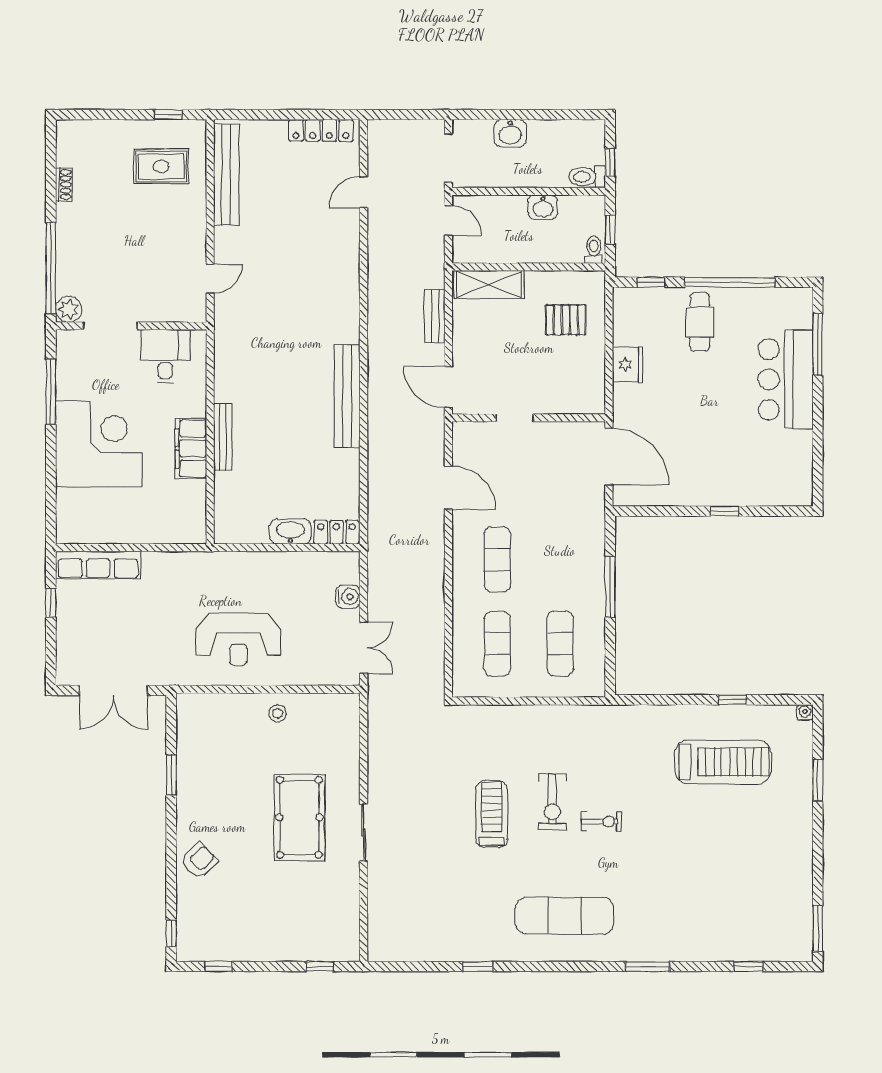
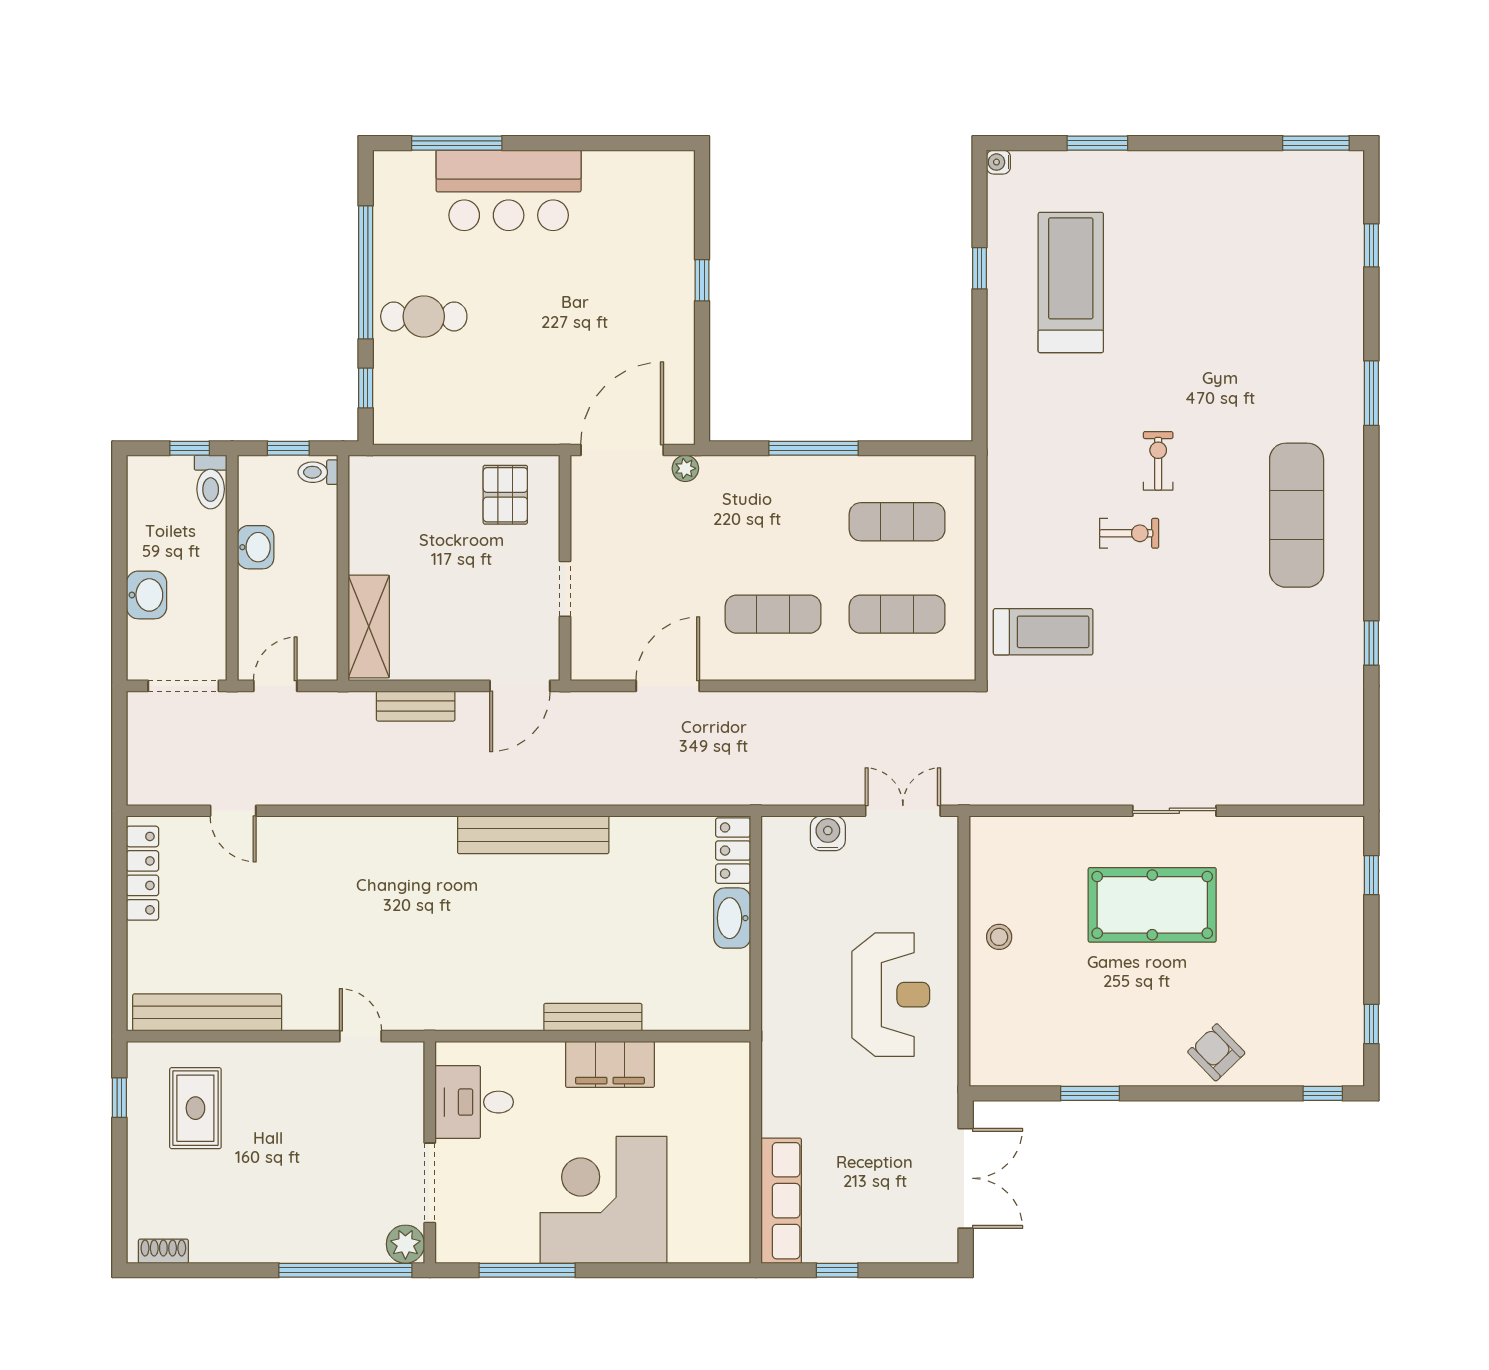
shoe rack: (64, 184) -> (163, 1251), moved
pallet: (566, 320) -> (505, 495), moved
fridge: (628, 365) -> (487, 423), removed
plant: (596, 500) -> (685, 468), added
exercise bike: (552, 802) -> (1129, 533), width x0.73, depth x0.72
treadmill: (492, 814) -> (1043, 632), moved, turned 180

